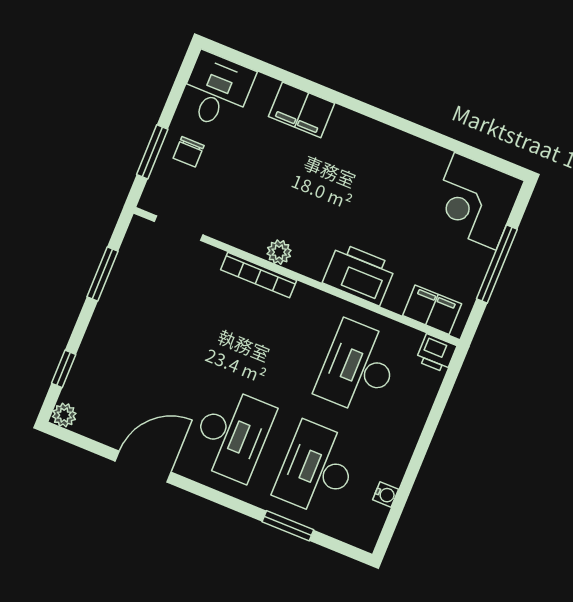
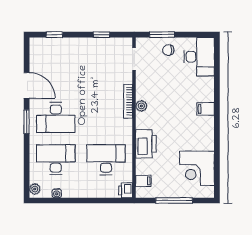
desk: (217, 91) -> (199, 57), width x1.37
filing cabinet: (302, 110) -> (206, 109), moved, width x0.50
corner desk: (475, 201) -> (197, 168), moved, turned -90
window: (102, 274) -> (101, 35), width x0.67
filing cabinet: (432, 310) -> (143, 181), width x0.50
plant: (64, 415) -> (35, 189), moved
window: (288, 526) -> (27, 122), moved

